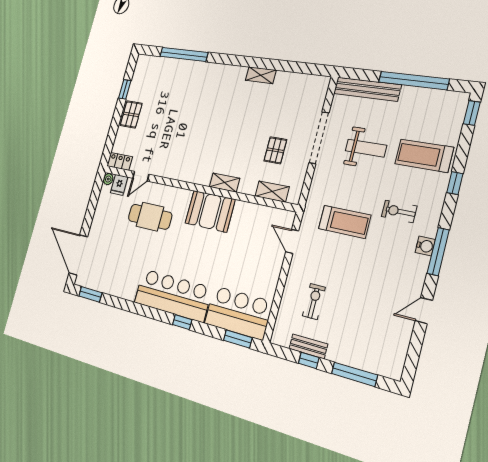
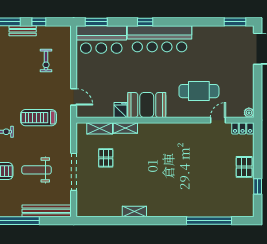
shelving: (224, 183) -> (125, 128), moved
fridge: (119, 185) -> (121, 110), moved
bench: (308, 346) -> (23, 31), moved

